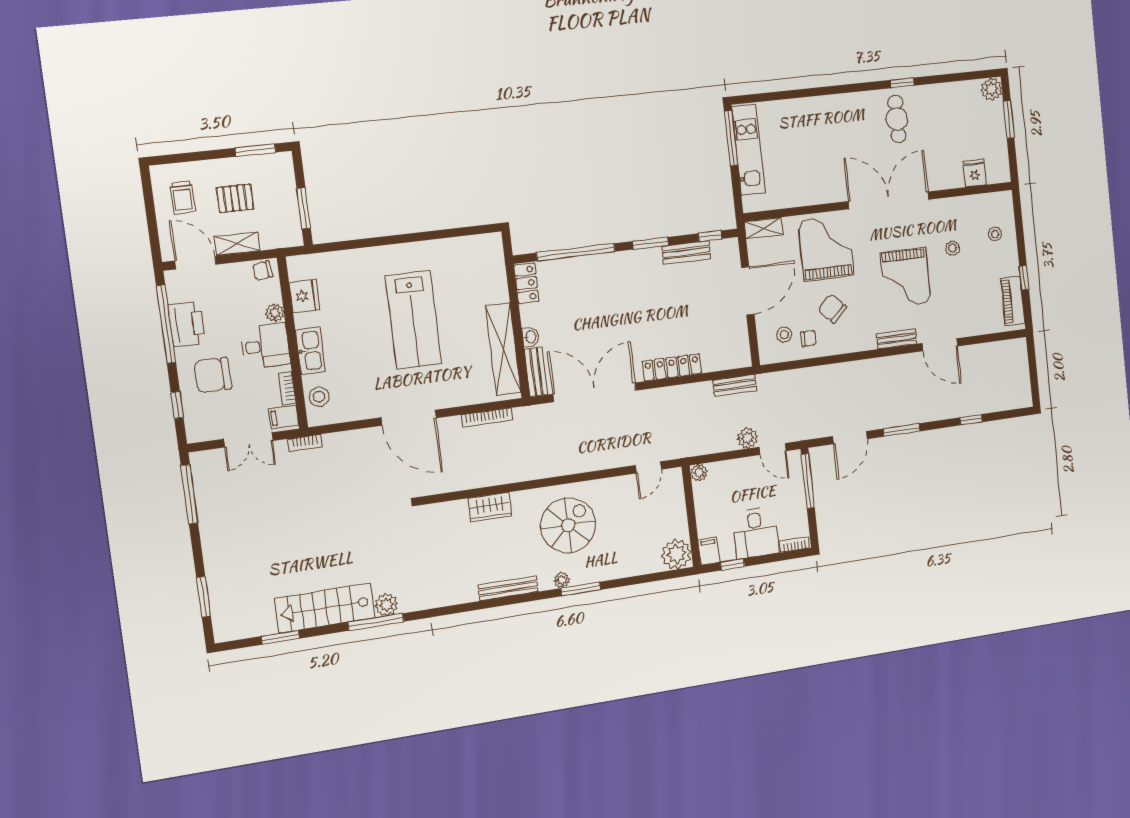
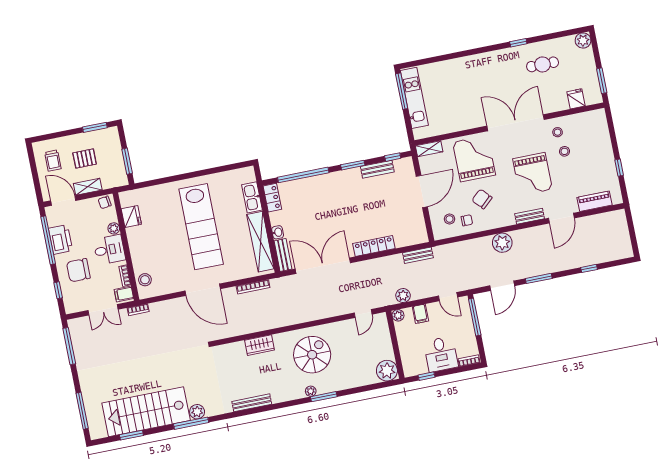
cafe table: (897, 119) -> (543, 64), moved, turned 90
window: (1009, 119) -> (602, 81), moved
stool: (995, 234) -> (558, 132), moved
piano: (1013, 301) -> (595, 201), moved, turned 90
lab bench: (413, 320) -> (201, 227), width x1.36
door: (940, 345) -> (561, 218), hinge flipped
kitchen sink: (310, 351) -> (252, 197), moved, turned 180
plant: (855, 375) -> (502, 243), added
plant: (748, 438) -> (403, 296), moved
filing cabinet: (709, 551) -> (420, 314), moved, turned 180
bench: (508, 588) -> (252, 403), moved
window: (204, 597) -> (82, 411), width x1.44
stairs: (325, 608) -> (146, 412), width x1.36, depth x1.51

